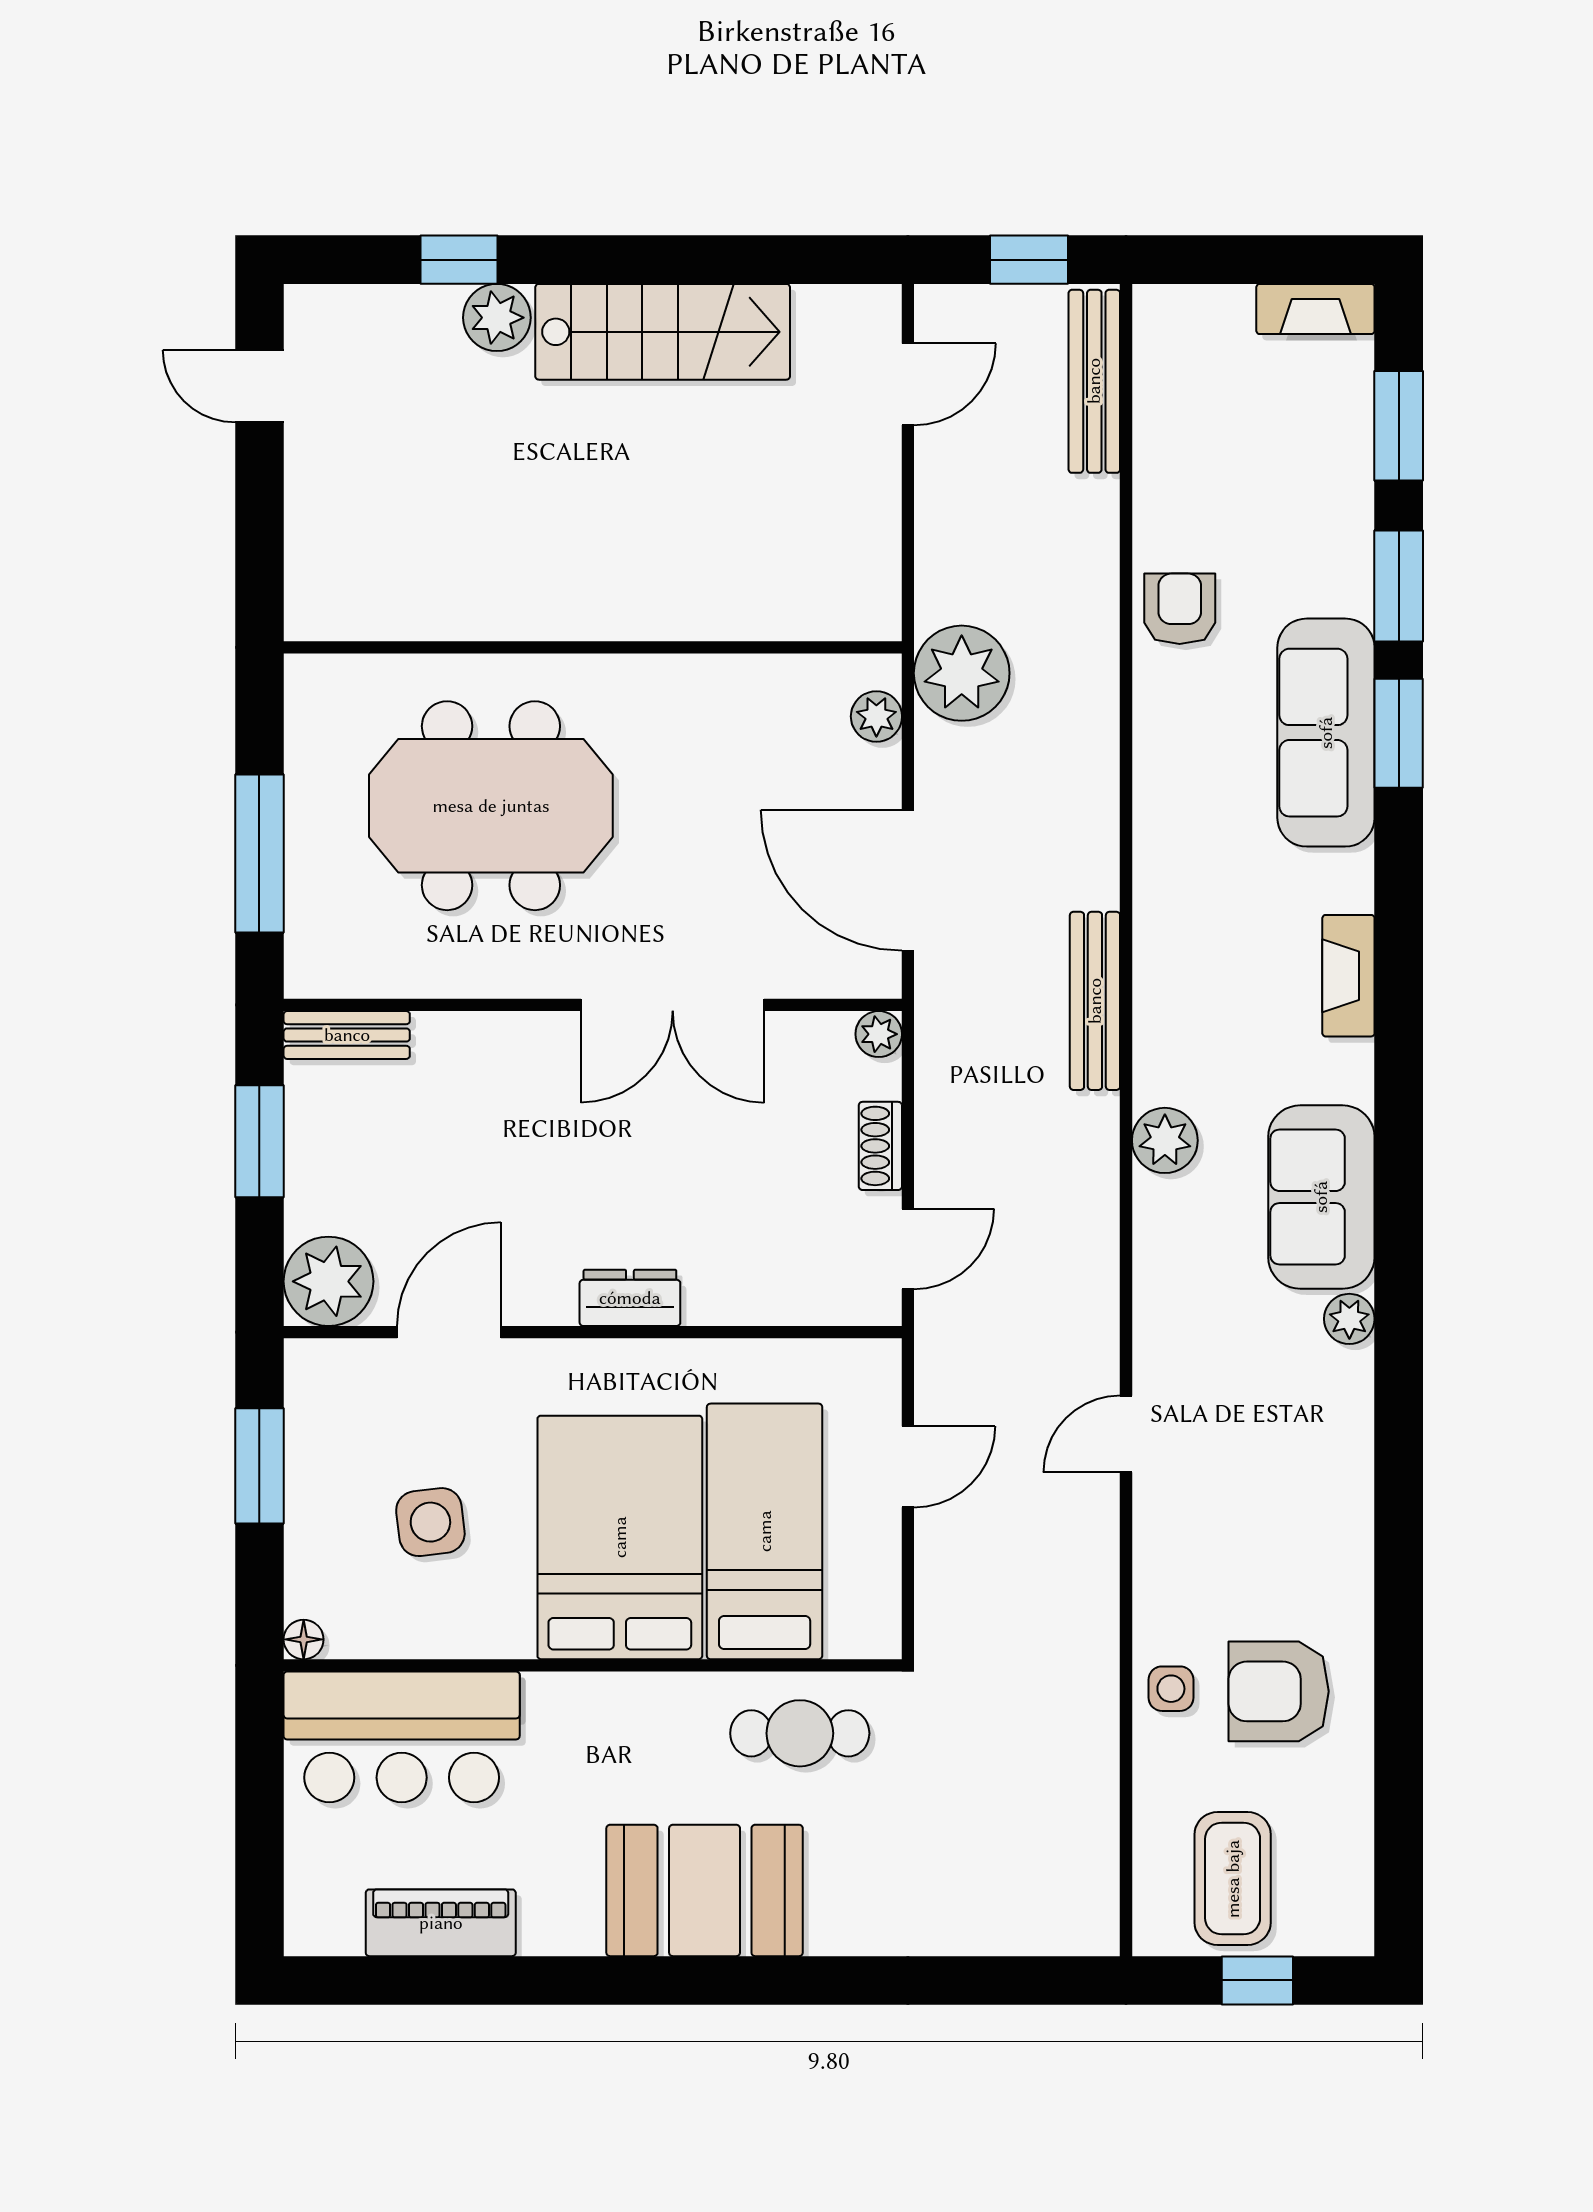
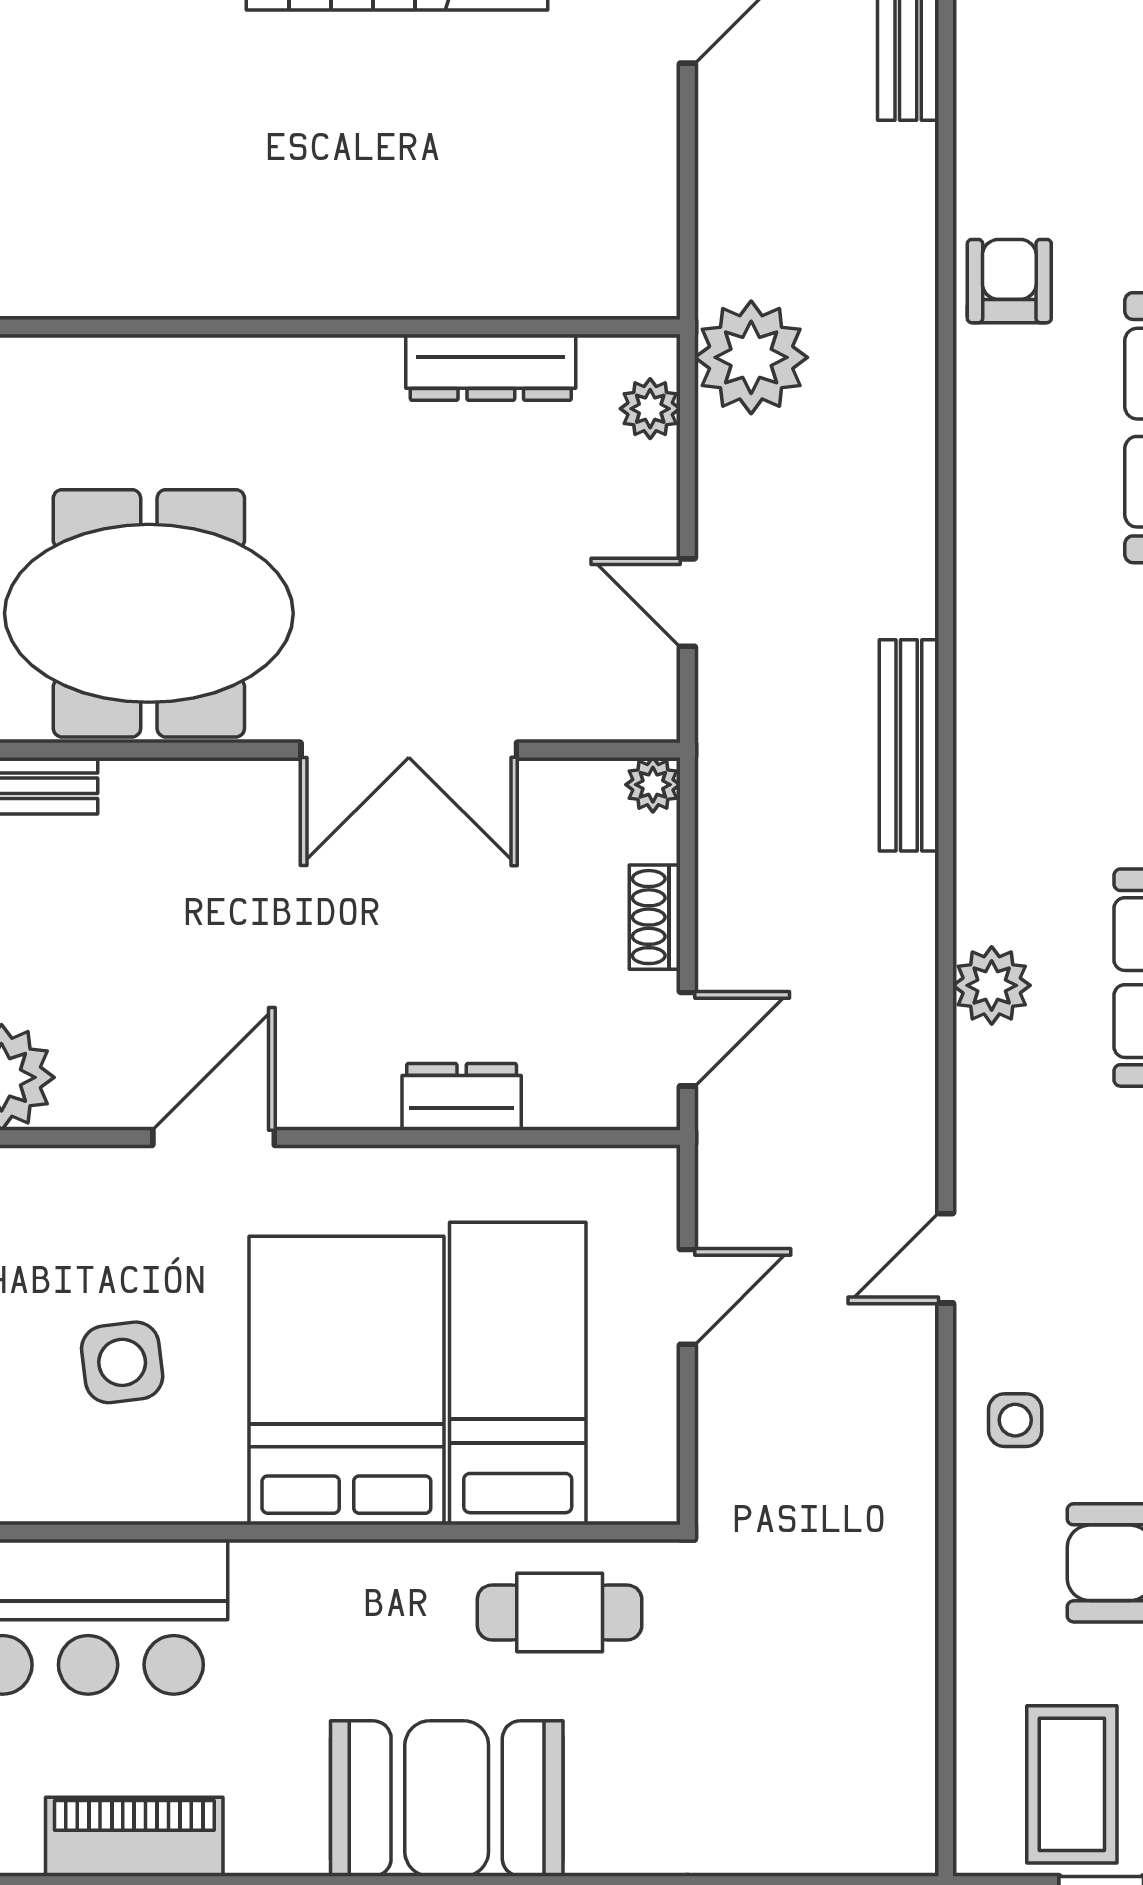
dresser: (742, 681) -> (491, 367), added
meeting table: (491, 806) -> (149, 613), moved
door: (908, 880) -> (687, 603), width x0.53
plant: (1165, 1140) -> (992, 985), moved
dresser: (630, 1298) -> (462, 1097), moved
door: (449, 1332) -> (214, 1137), moved
side table: (1171, 1689) -> (1015, 1420), moved

